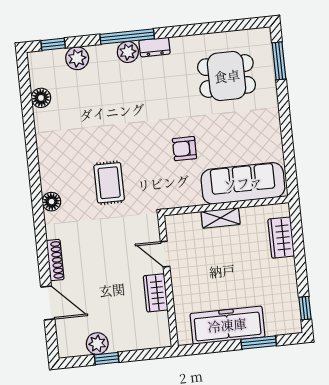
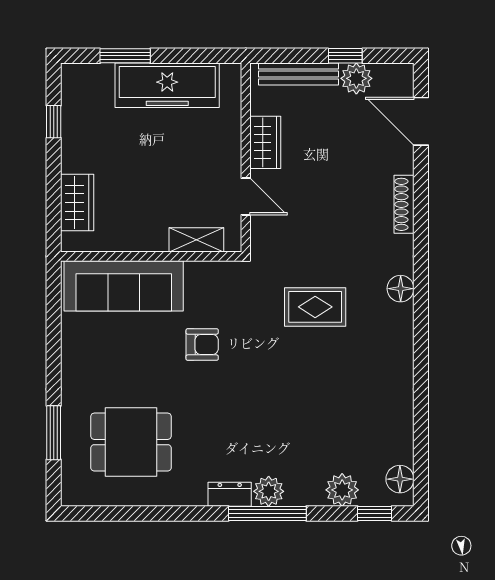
window: (279, 61) -> (54, 433), moved
floor lamp: (41, 98) -> (400, 479), moved
rug: (109, 183) -> (315, 307), turned 90
shelving: (221, 218) -> (196, 240), moved
door: (48, 303) -> (421, 121), moved
window: (305, 308) -> (54, 122), moved
bench: (138, 342) -> (298, 74), added

